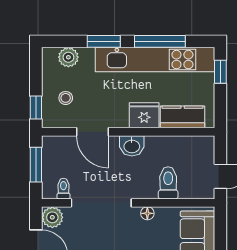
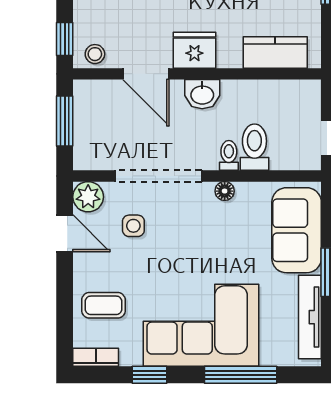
stool: (66, 98) -> (95, 54), moved
fridge: (144, 115) -> (194, 50), moved
toilet: (63, 189) -> (229, 155), moved
side table: (84, 238) -> (133, 226), added

